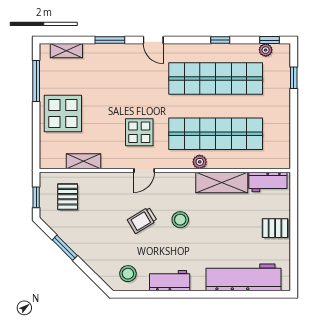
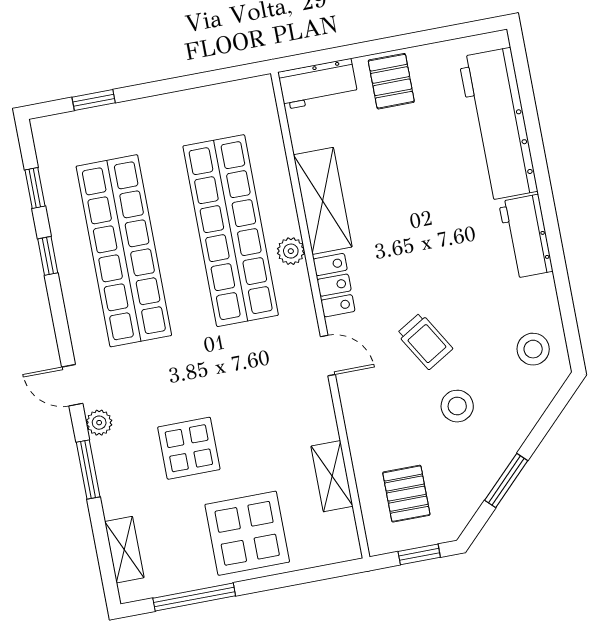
door: (153, 40) -> (72, 385), swing flipped
window: (270, 40) -> (35, 188), moved
plant: (266, 50) -> (99, 423), moved
display table: (139, 132) -> (189, 448), moved
locker: (179, 180) -> (334, 285), added
workbench: (268, 182) -> (318, 84), moved, turned 90
pallet: (68, 197) -> (406, 494), turned 90
stool: (180, 220) -> (457, 406), moved
workbench: (170, 281) -> (526, 236), moved

